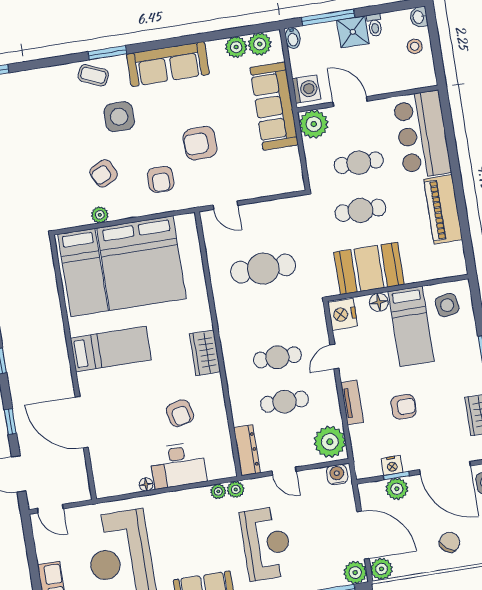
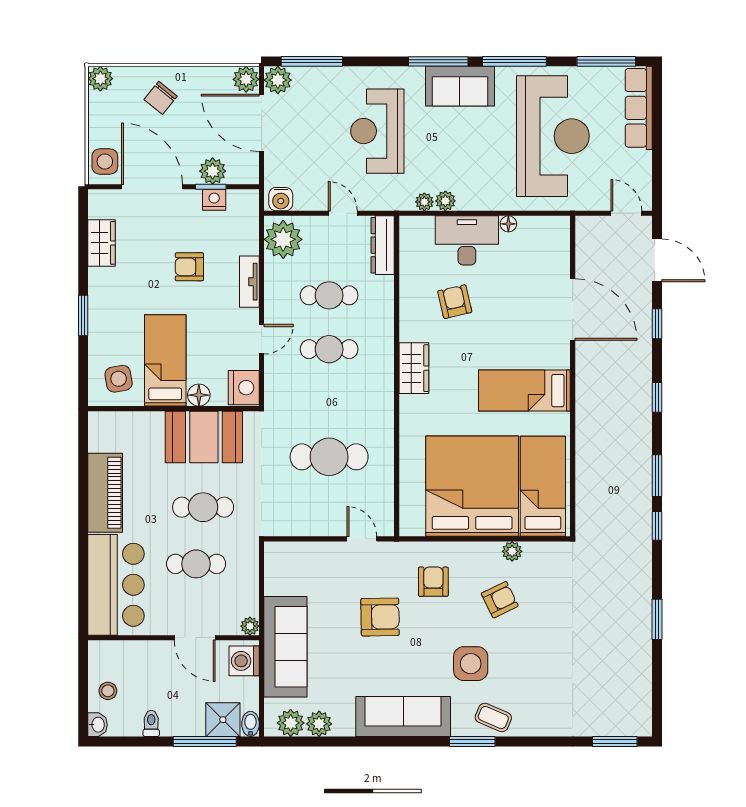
shower: (353, 32) -> (223, 720), moved
plant: (314, 124) -> (250, 626), width x0.53, depth x0.53
plant: (236, 489) -> (445, 201), moved

